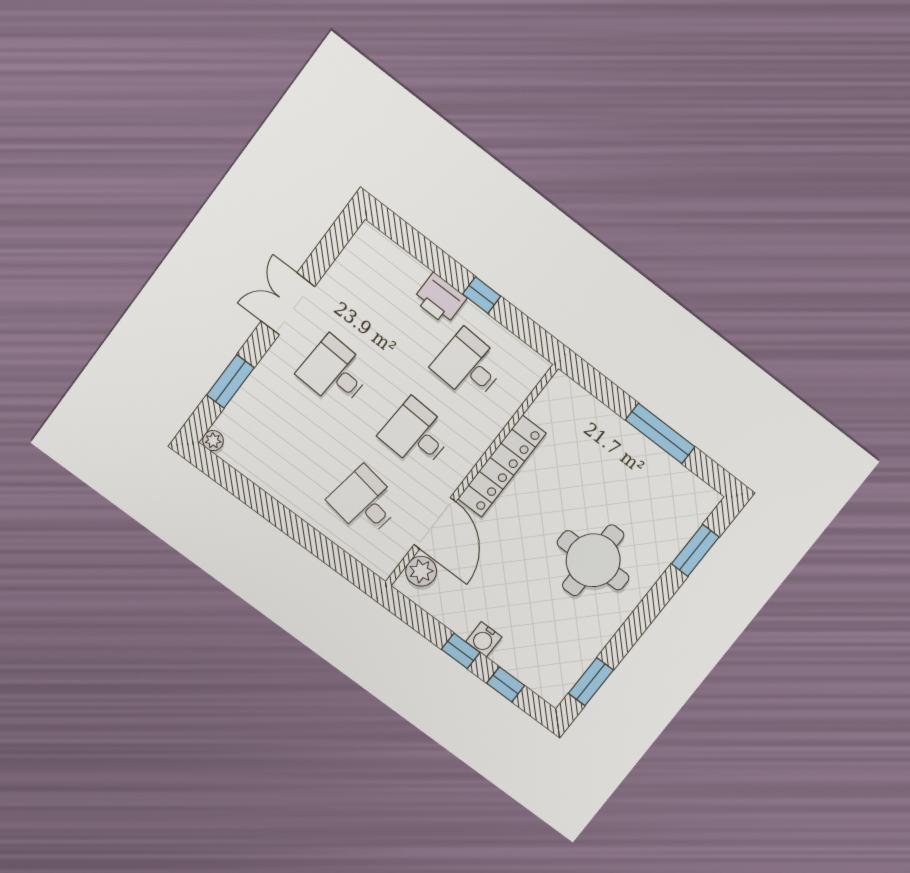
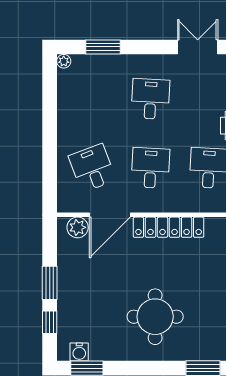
double door: (288, 304) -> (198, 47), moved
desk: (365, 502) -> (92, 168), turned -30
water cooler: (484, 639) -> (79, 352), moved, turned -90
window: (461, 651) -> (50, 283), width x1.50

